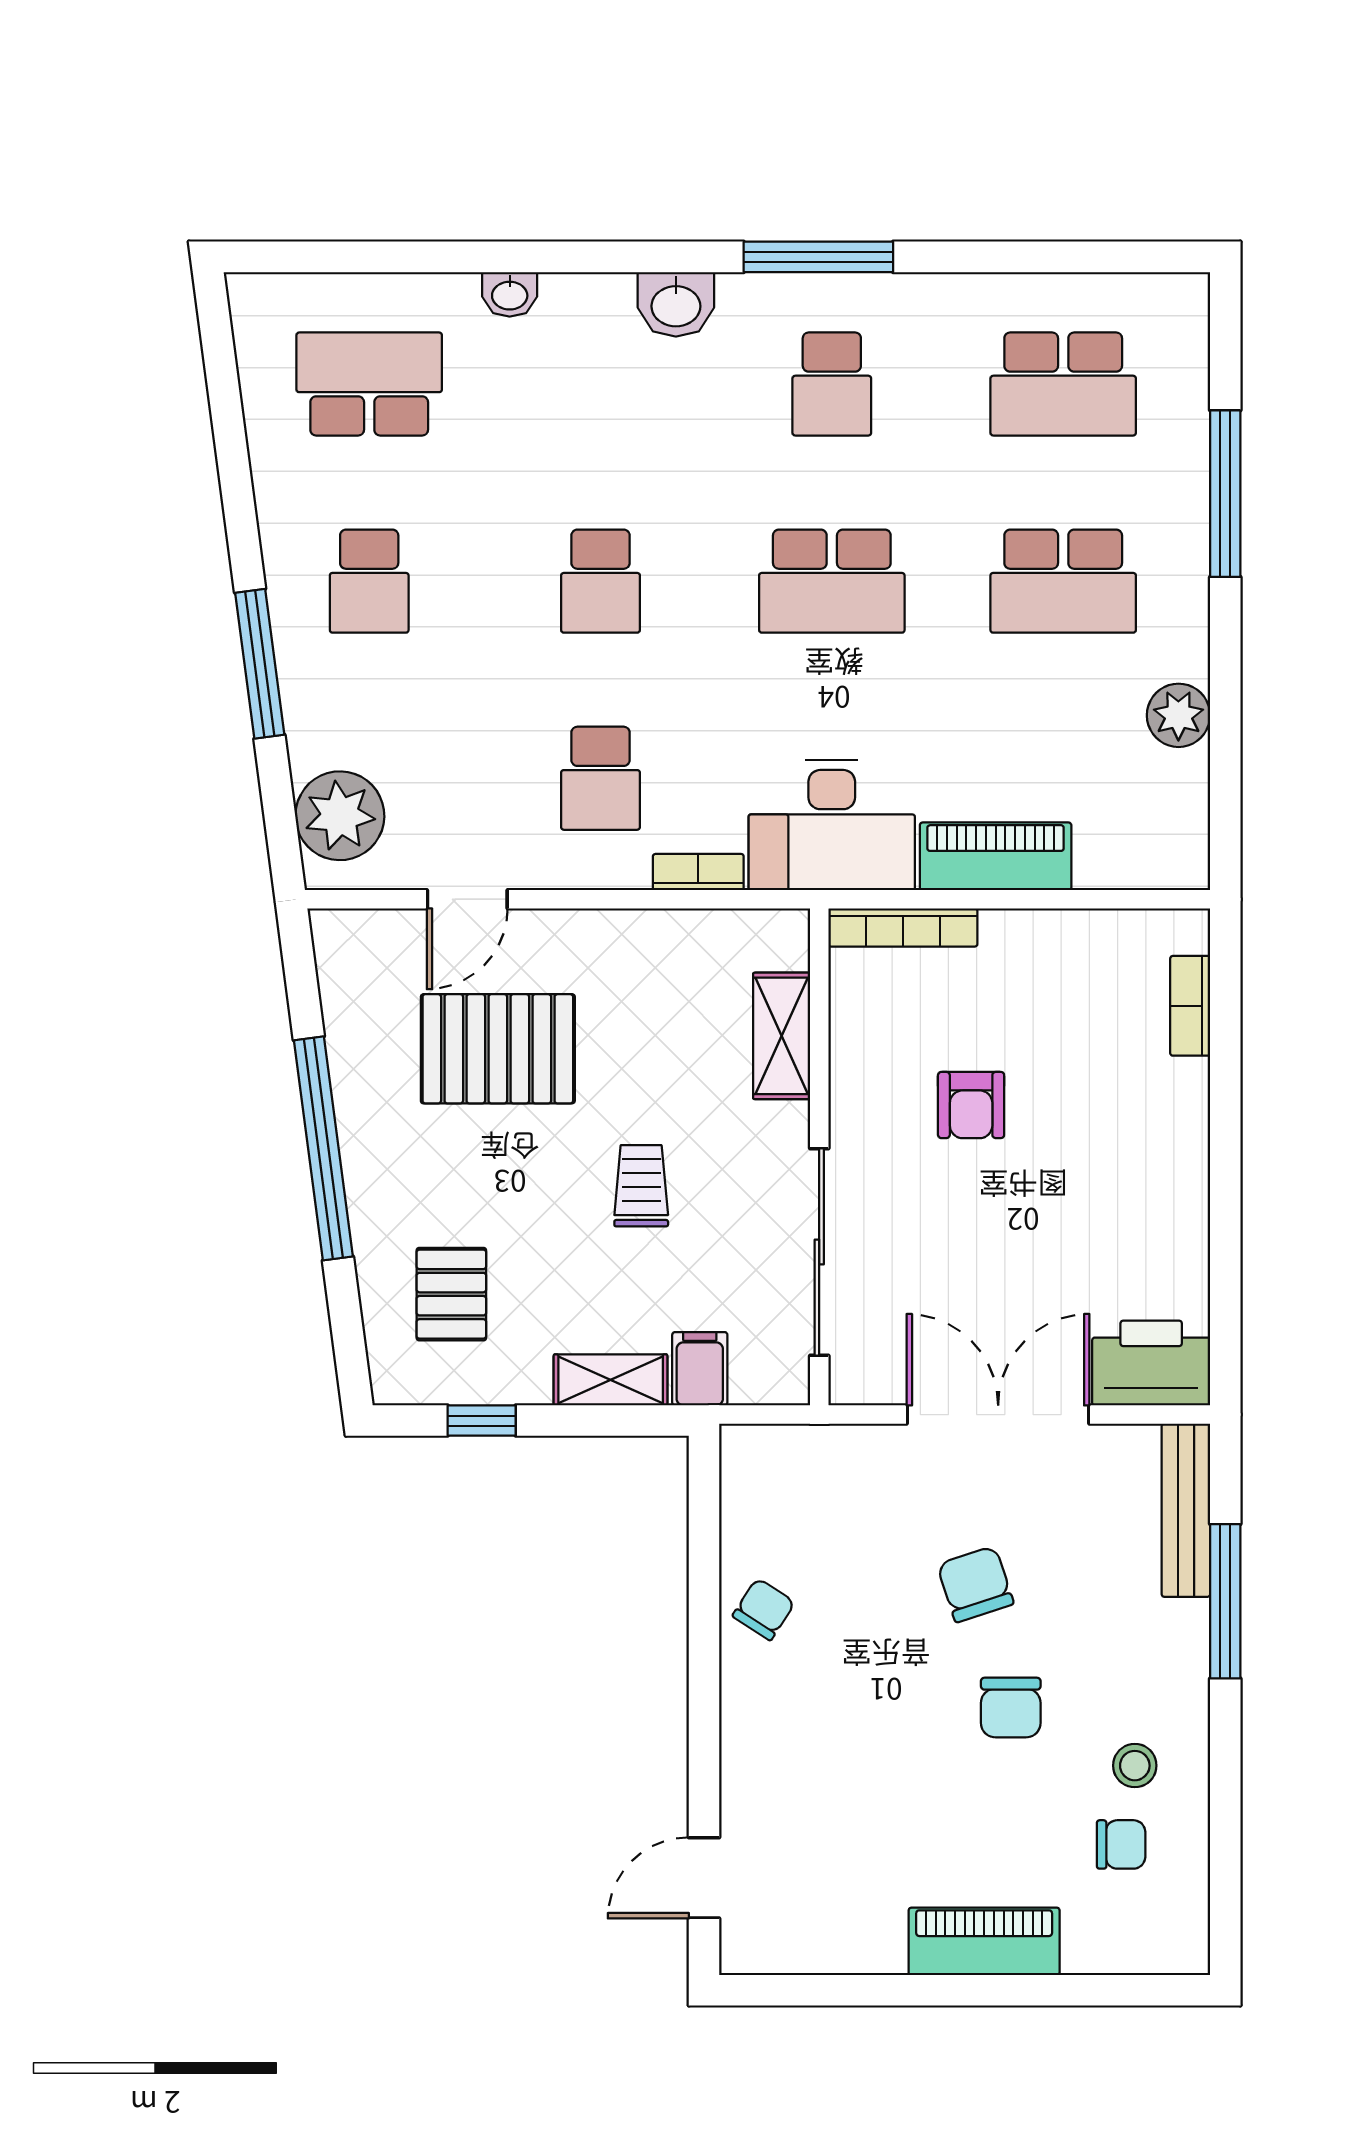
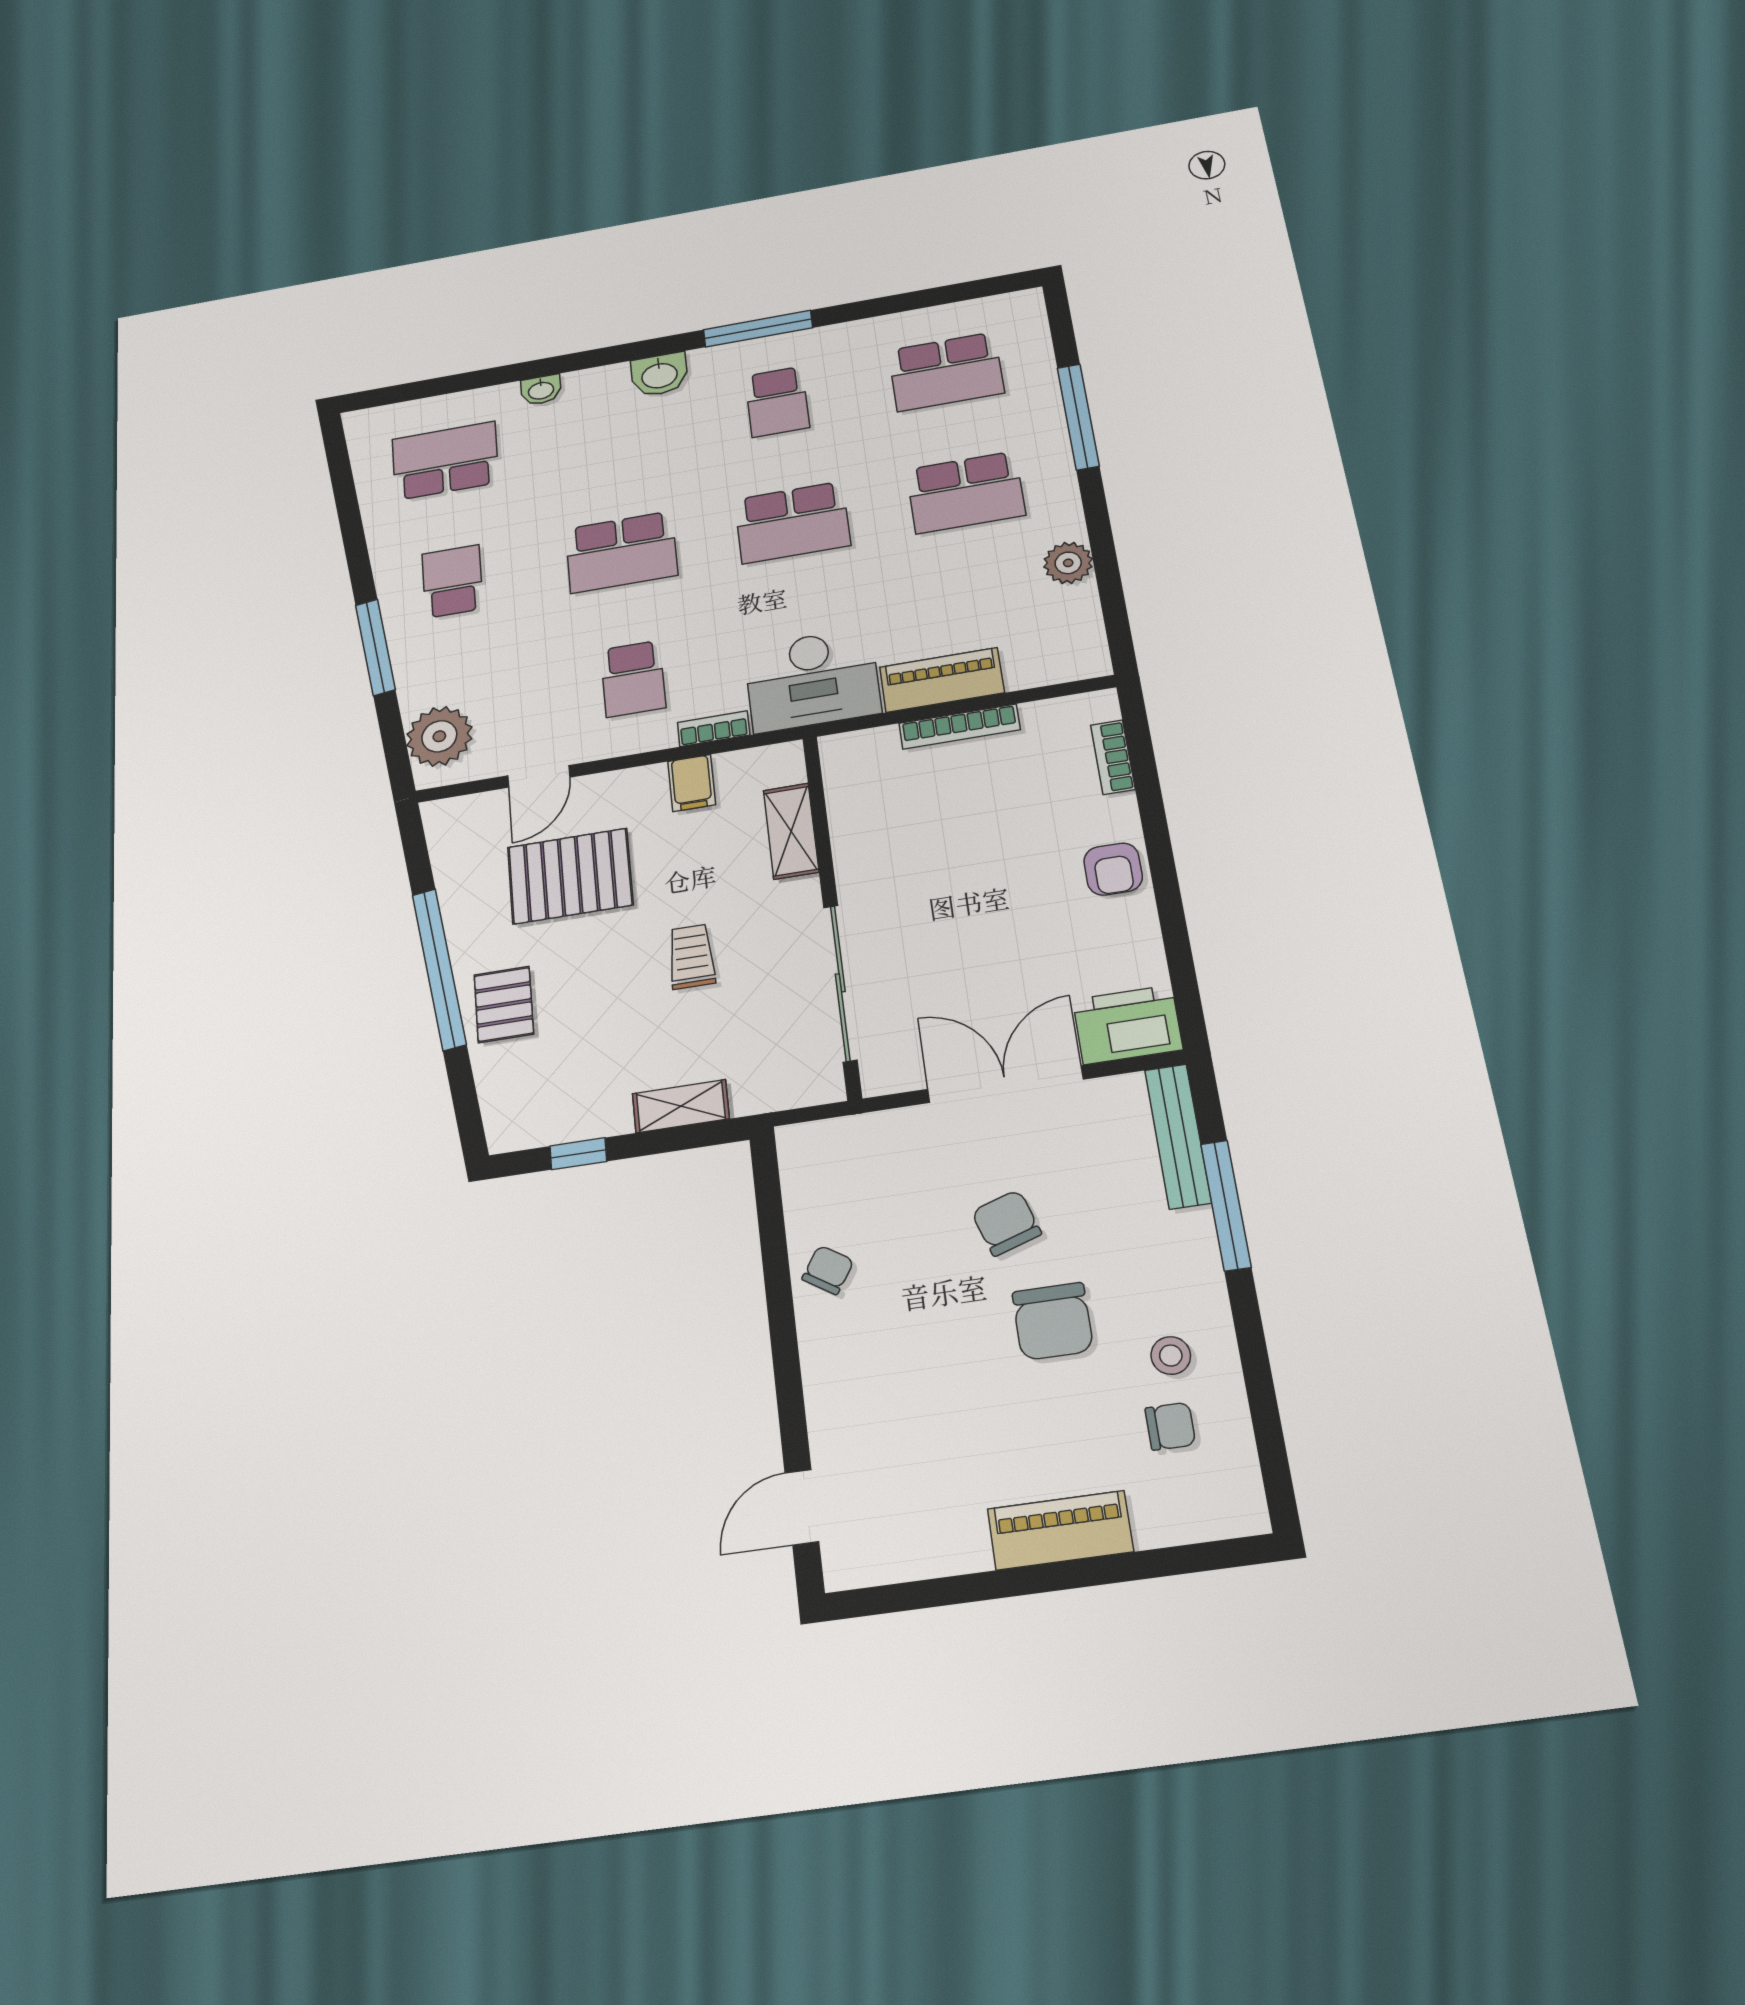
school desk: (369, 581) -> (452, 581), turned 180
school desk: (601, 581) -> (621, 552), width x1.85
bookcase: (903, 928) -> (959, 727), moved
armchair: (971, 1105) -> (1113, 869), moved
pallet: (451, 1294) -> (504, 1004), moved
filing cabinet: (700, 1369) -> (692, 783), moved, turned 180
chair: (1011, 1708) -> (1053, 1321), width x1.37, depth x1.37

